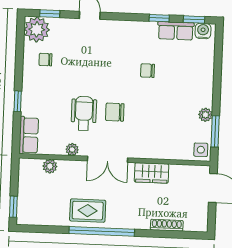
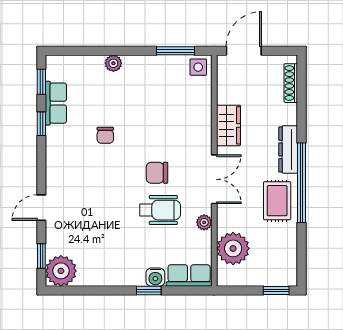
water cooler: (203, 31) -> (155, 277), moved, turned -90
chair: (45, 60) -> (97, 259), removed
chair: (115, 112) -> (157, 173), turned 90
wheelchair: (84, 113) -> (160, 210), turned 180
plant: (205, 115) -> (113, 63), moved
plant: (50, 166) -> (233, 248), width x1.87, depth x1.87
dresser: (130, 221) -> (288, 149), added
shoe rack: (167, 225) -> (291, 83), moved

